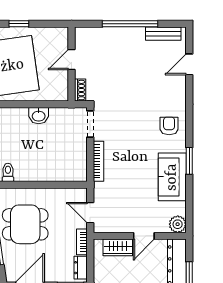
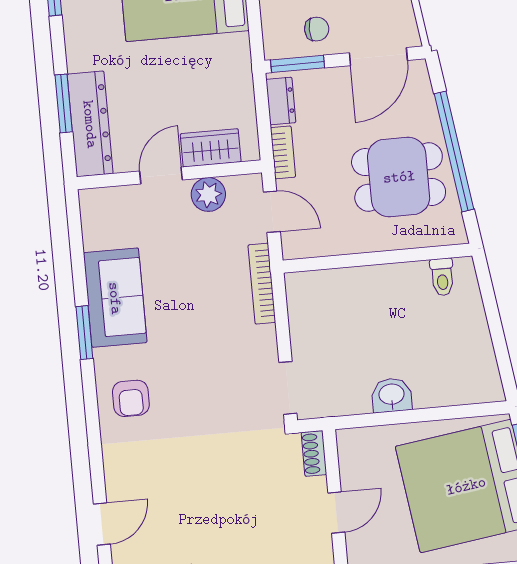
bookcase: (98, 161) -> (262, 284), moved
plant: (178, 224) -> (208, 194), moved

